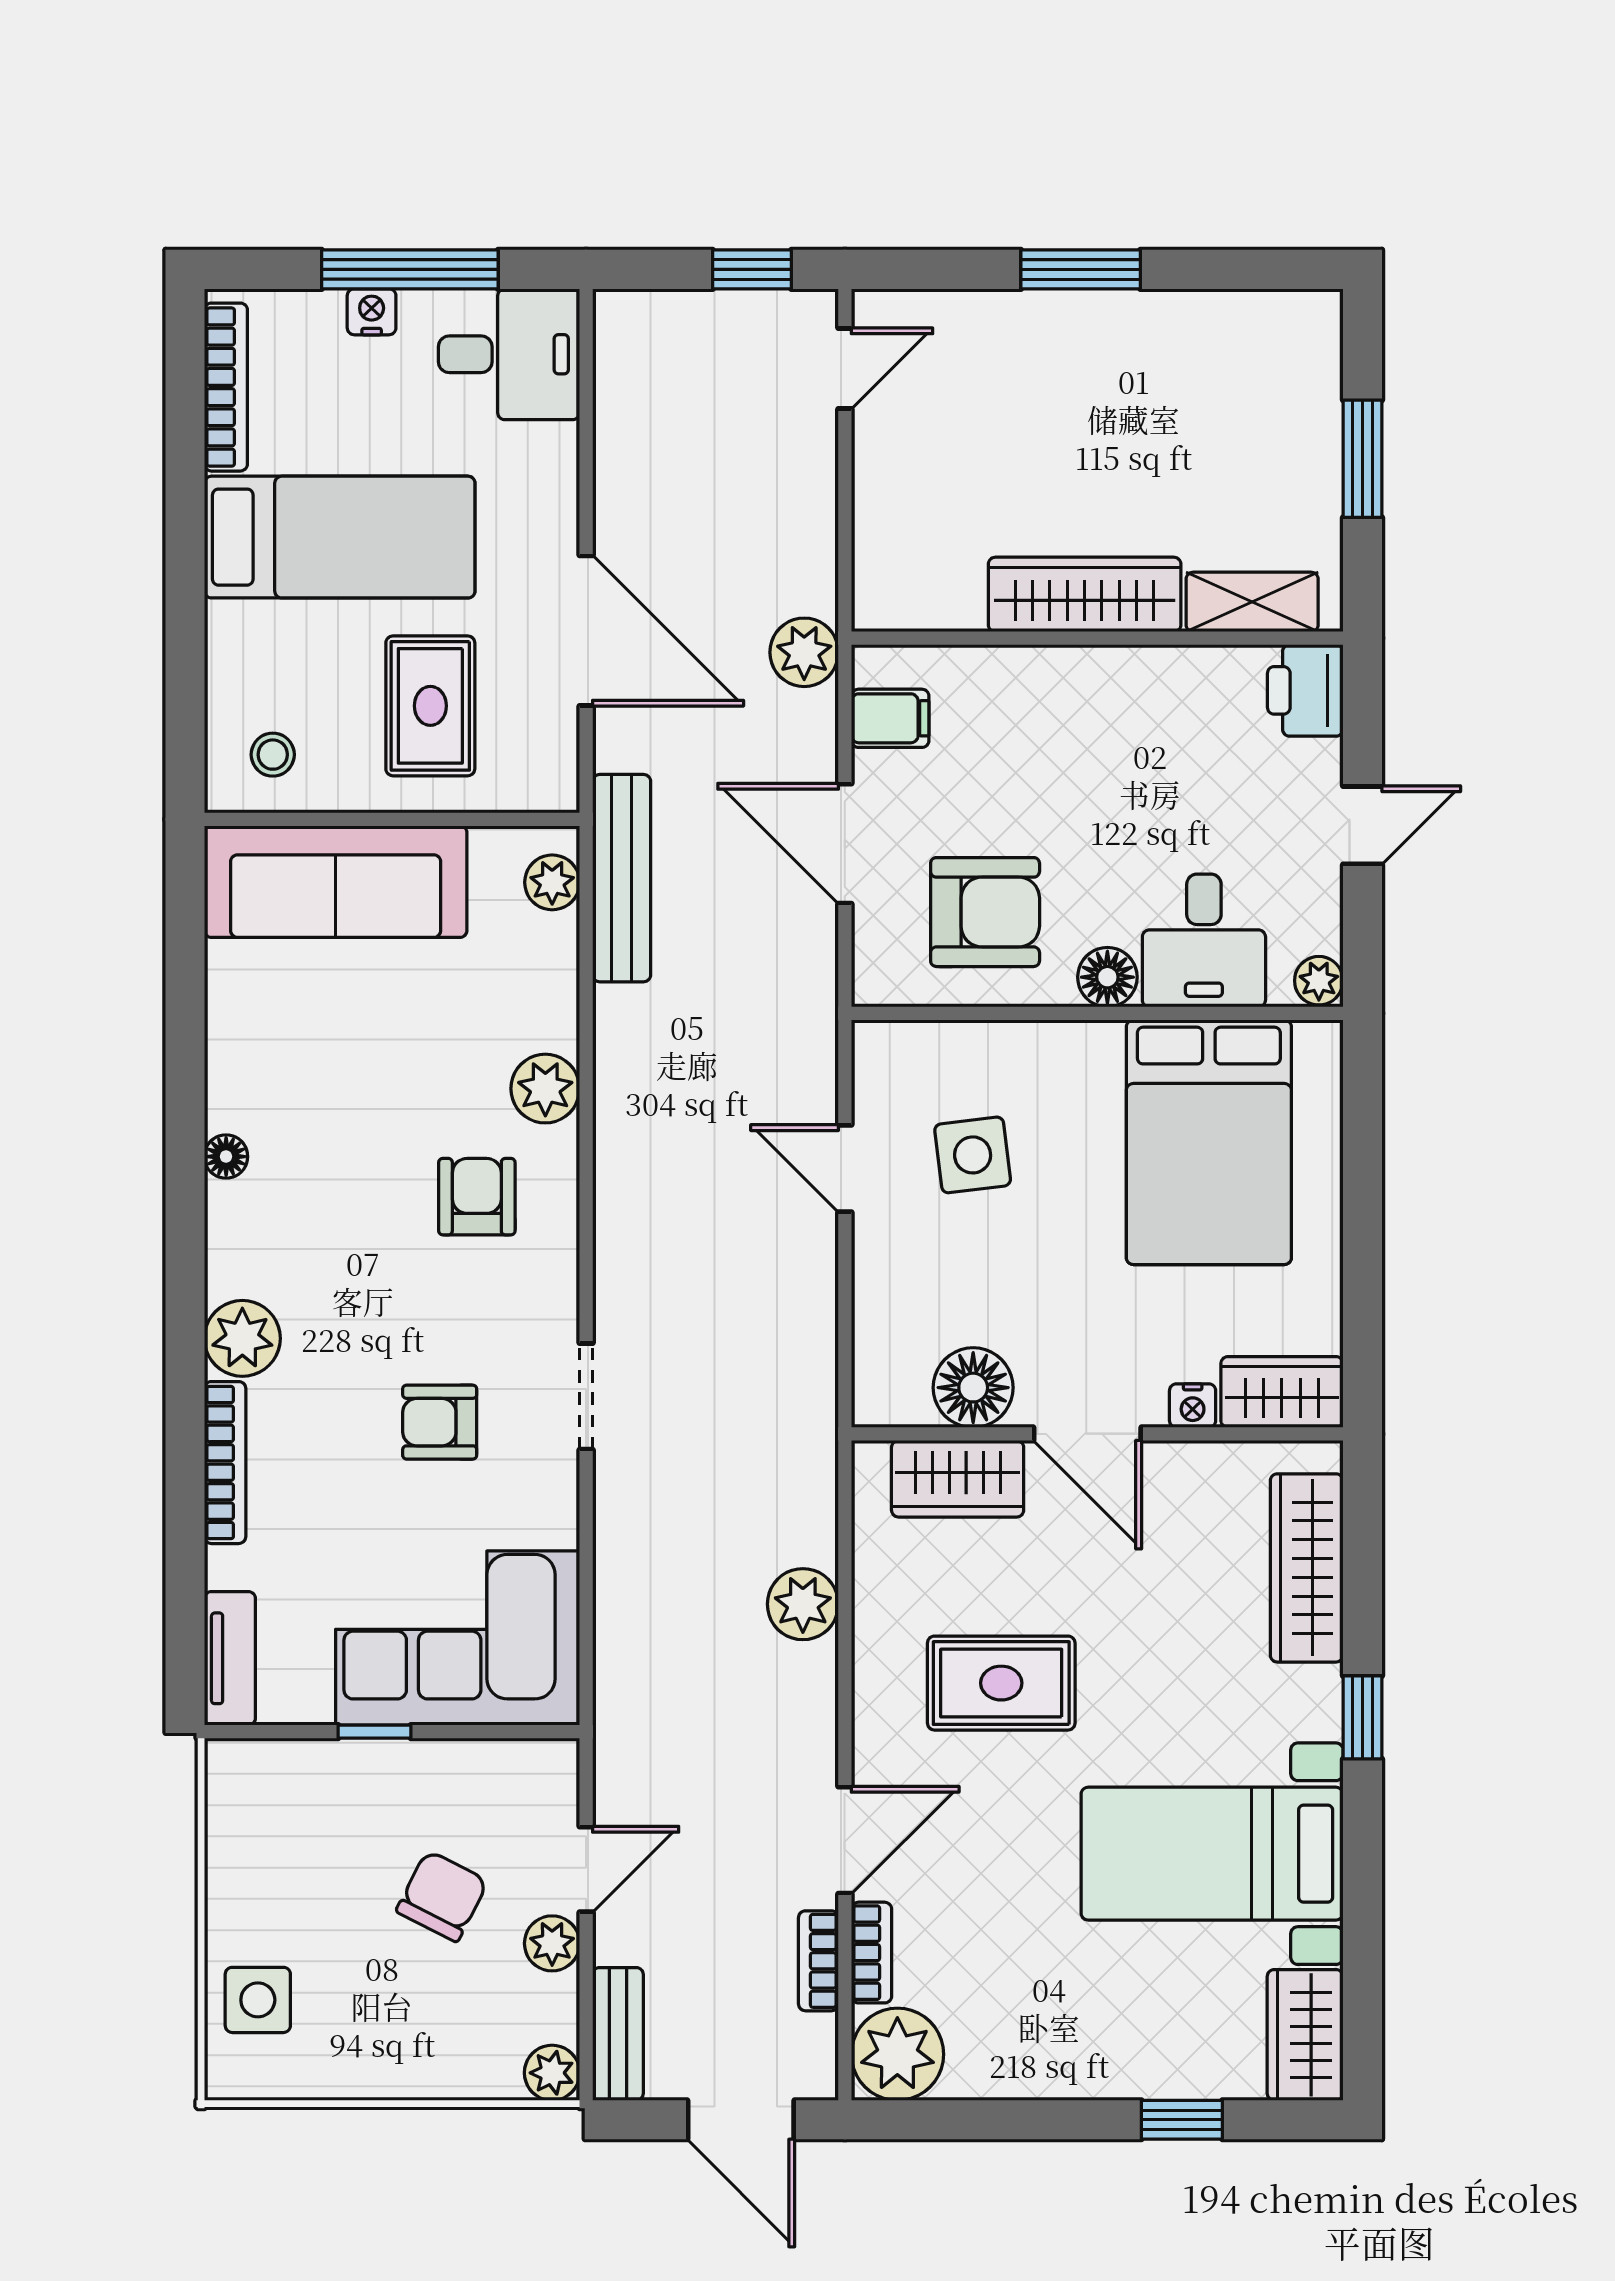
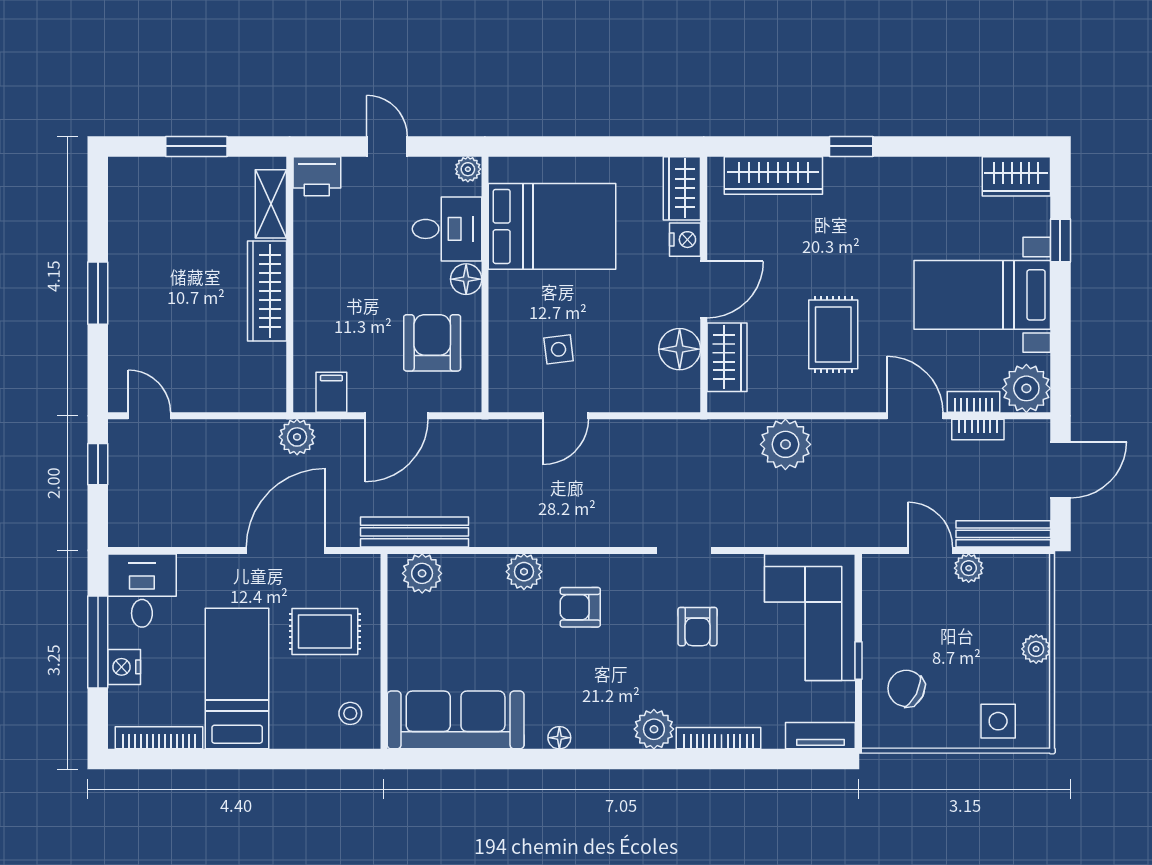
nightstand: (372, 312) -> (124, 667), width x1.39, depth x1.35
sofa: (336, 882) -> (456, 720), moved, turned -90
plant: (552, 882) -> (422, 573), width x1.38, depth x1.38
side table: (973, 1155) -> (559, 349), width x0.73, depth x0.73
nightstand: (1193, 1406) -> (685, 240), width x1.39, depth x1.35
plant: (803, 1604) -> (785, 444), width x1.36, depth x1.36
bed with nightstands: (1212, 1854) -> (982, 295), moved, turned 90
chair: (442, 1896) -> (906, 688), moved
bench: (618, 2034) -> (1003, 534), width x1.36
plant: (552, 2073) -> (1036, 649), moved

